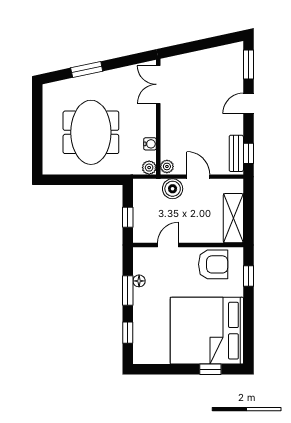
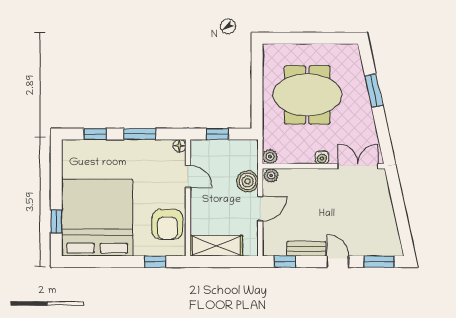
water cooler: (150, 144) -> (322, 157), moved
bench: (236, 153) -> (306, 249), moved
floor lamp: (139, 281) -> (179, 146), moved

